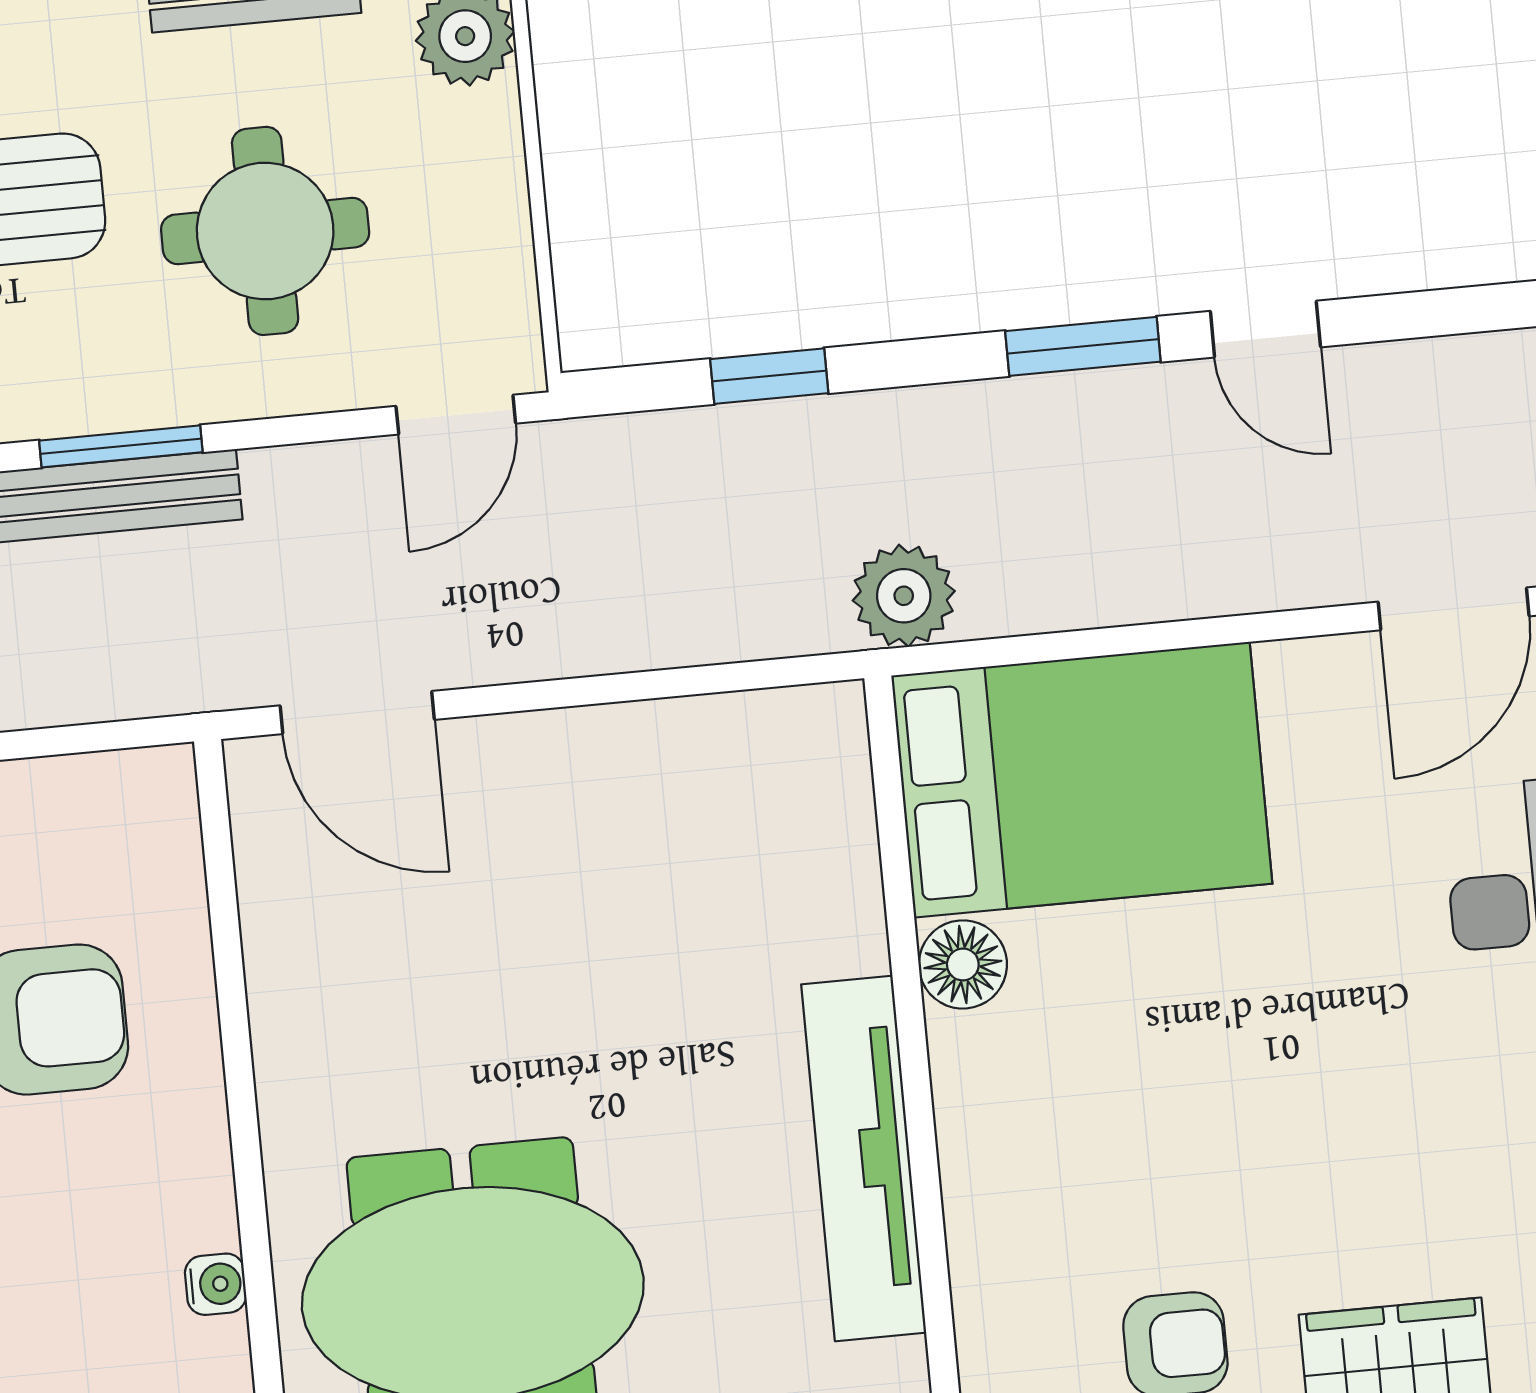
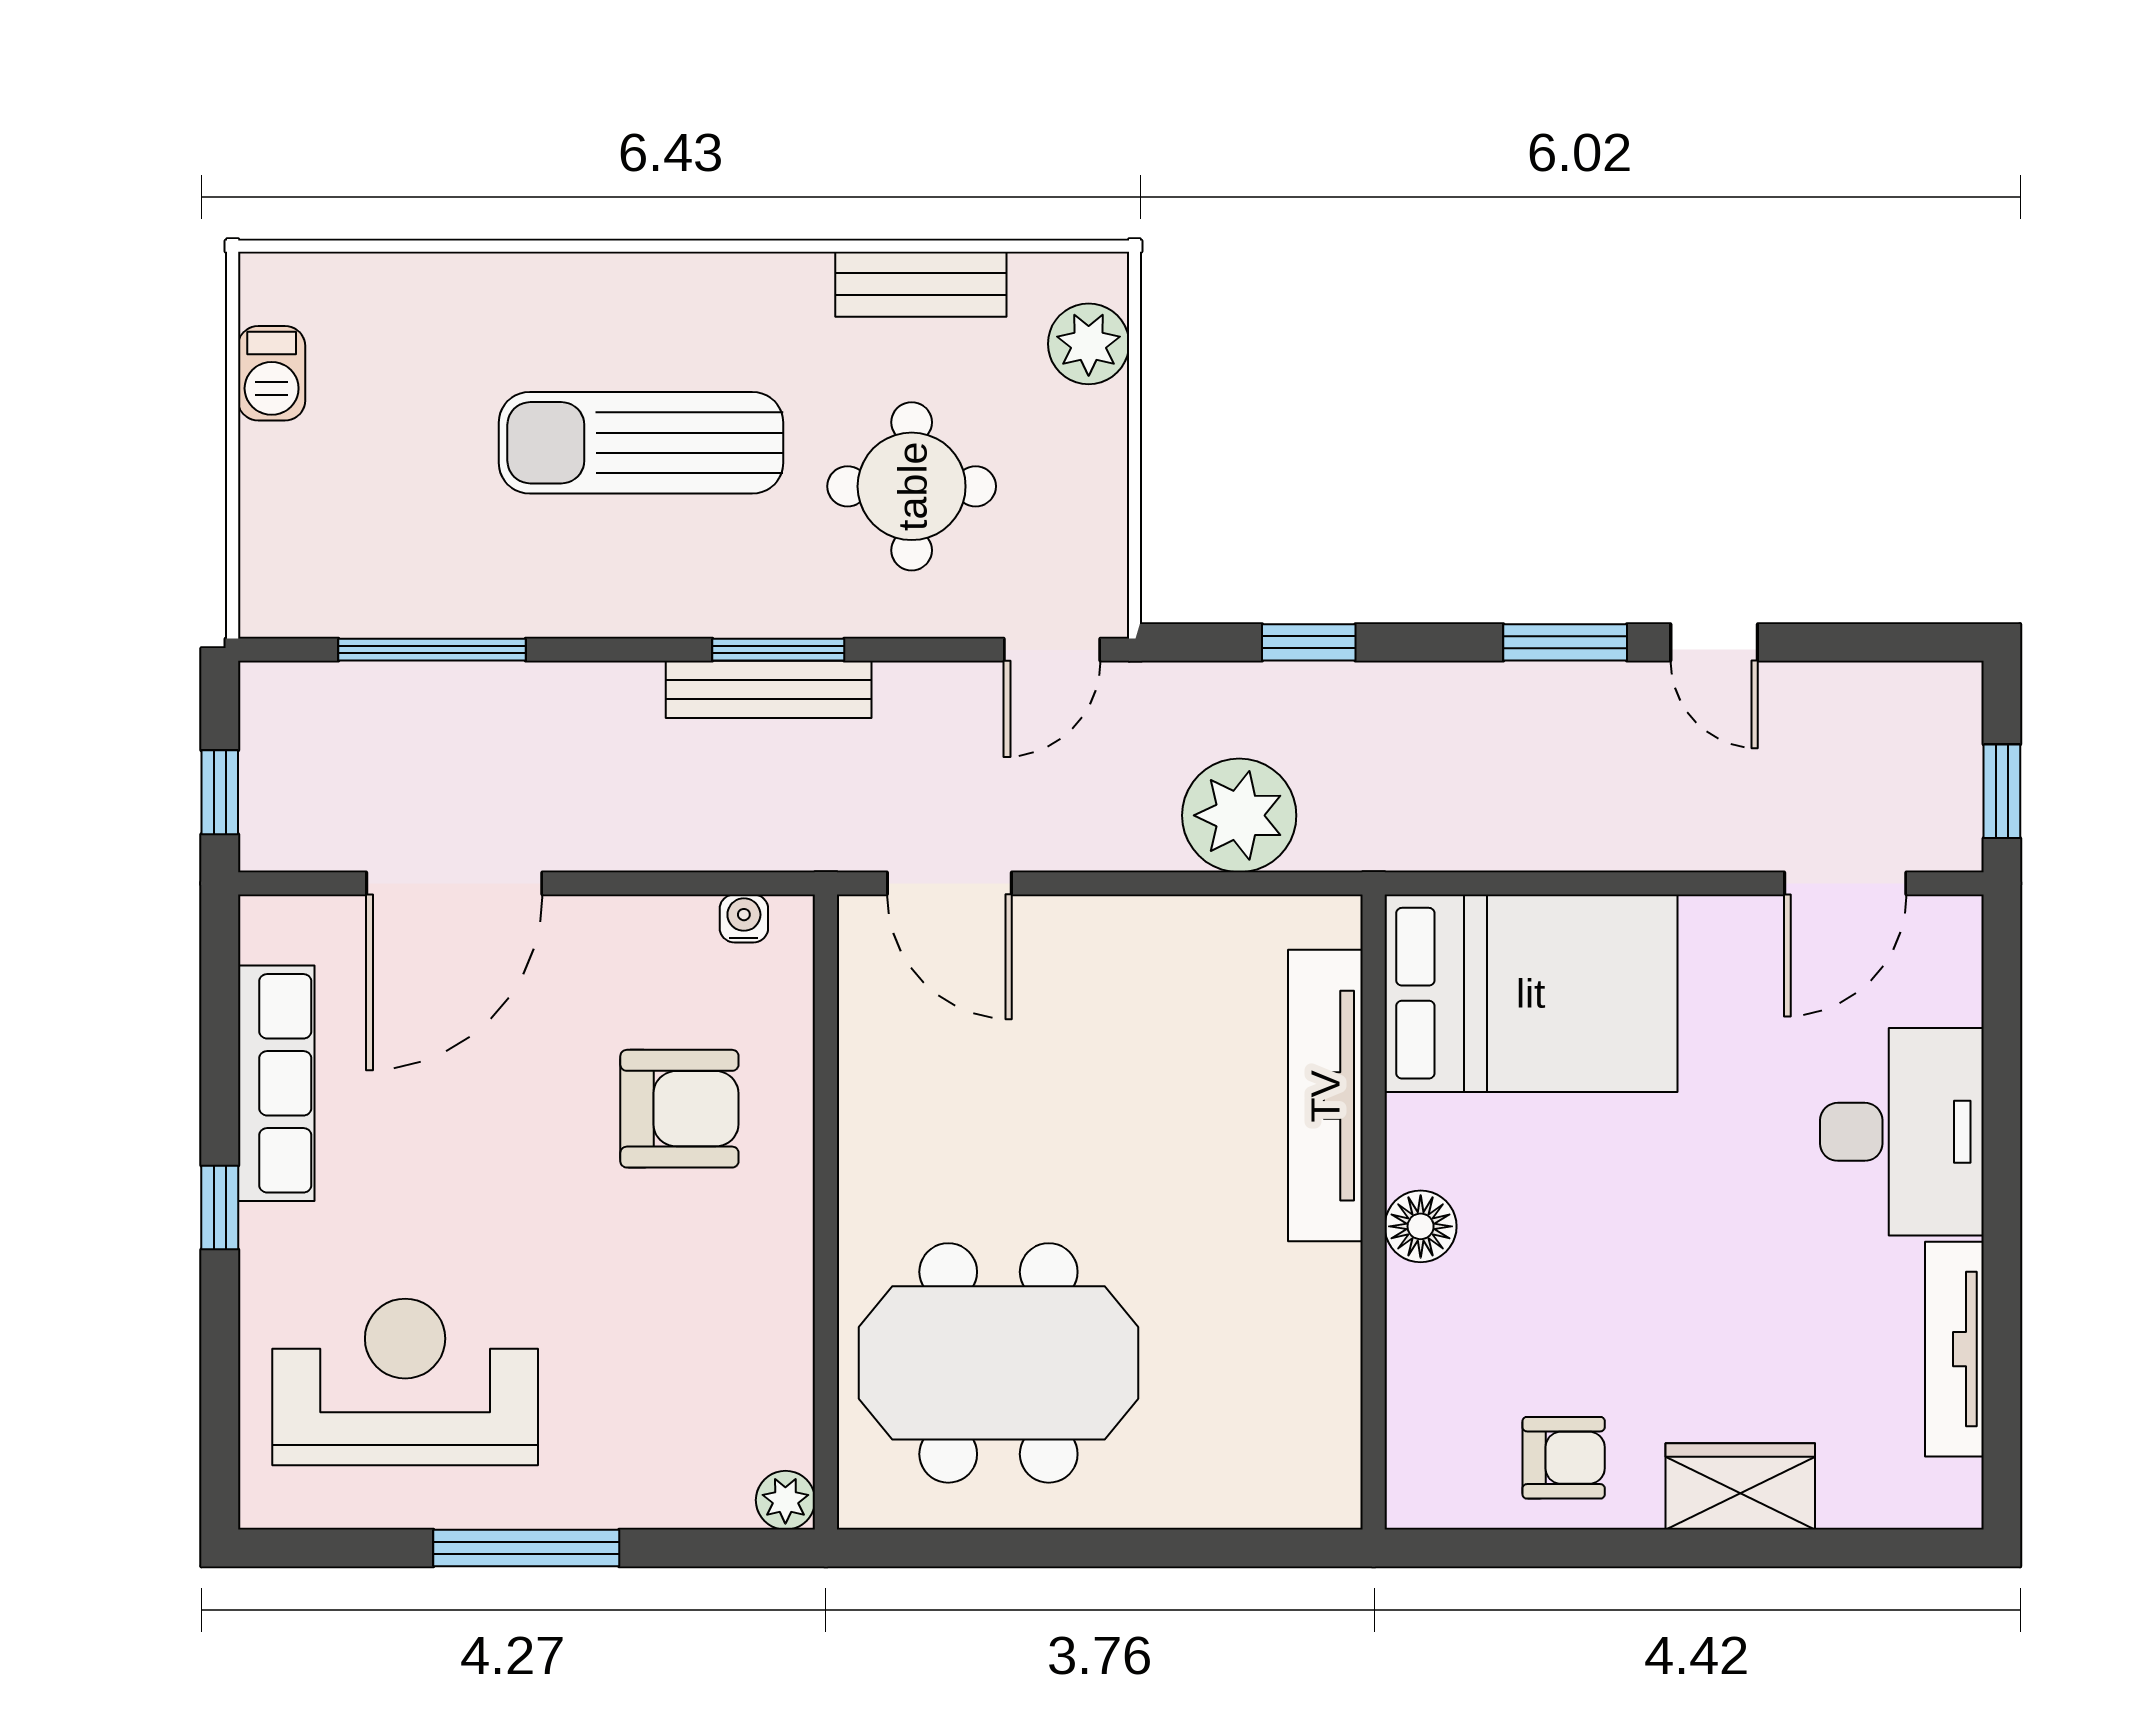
plant: (904, 596) -> (1239, 815), moved, width x1.36, depth x1.36
floor lamp: (963, 964) -> (1421, 1226), moved
tv unit: (864, 1158) -> (1325, 1096), moved
water cooler: (216, 1284) -> (744, 918), moved, turned -90

